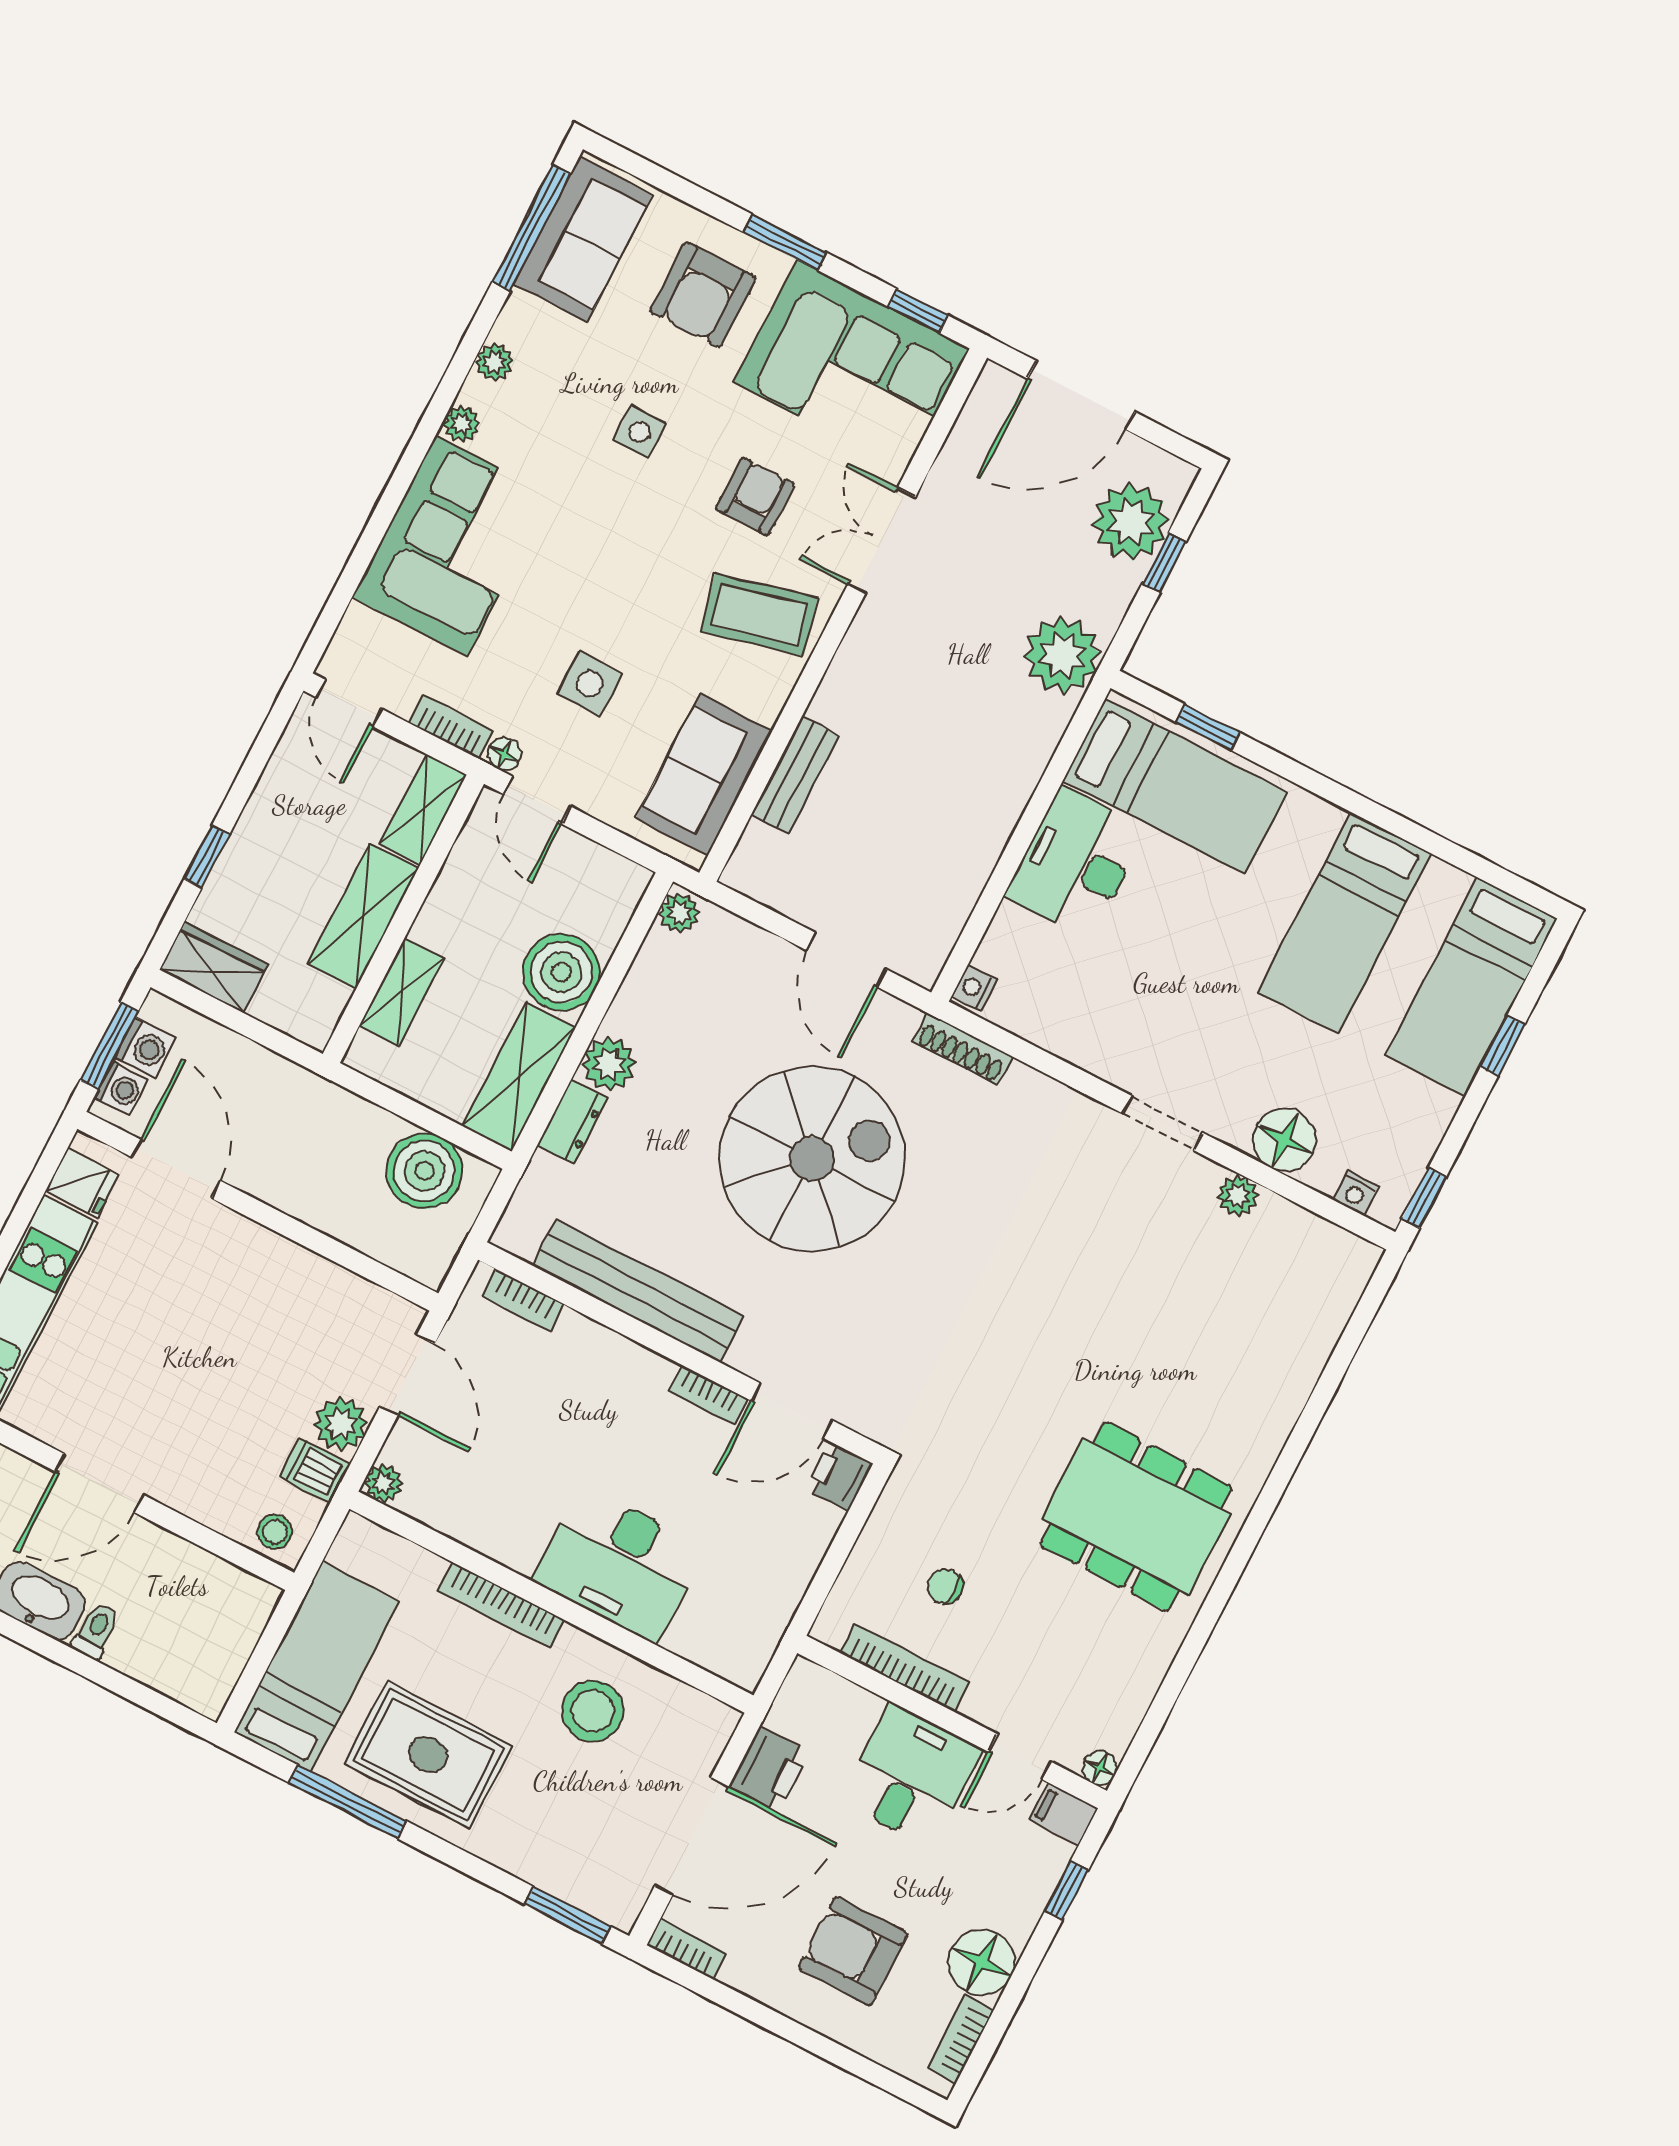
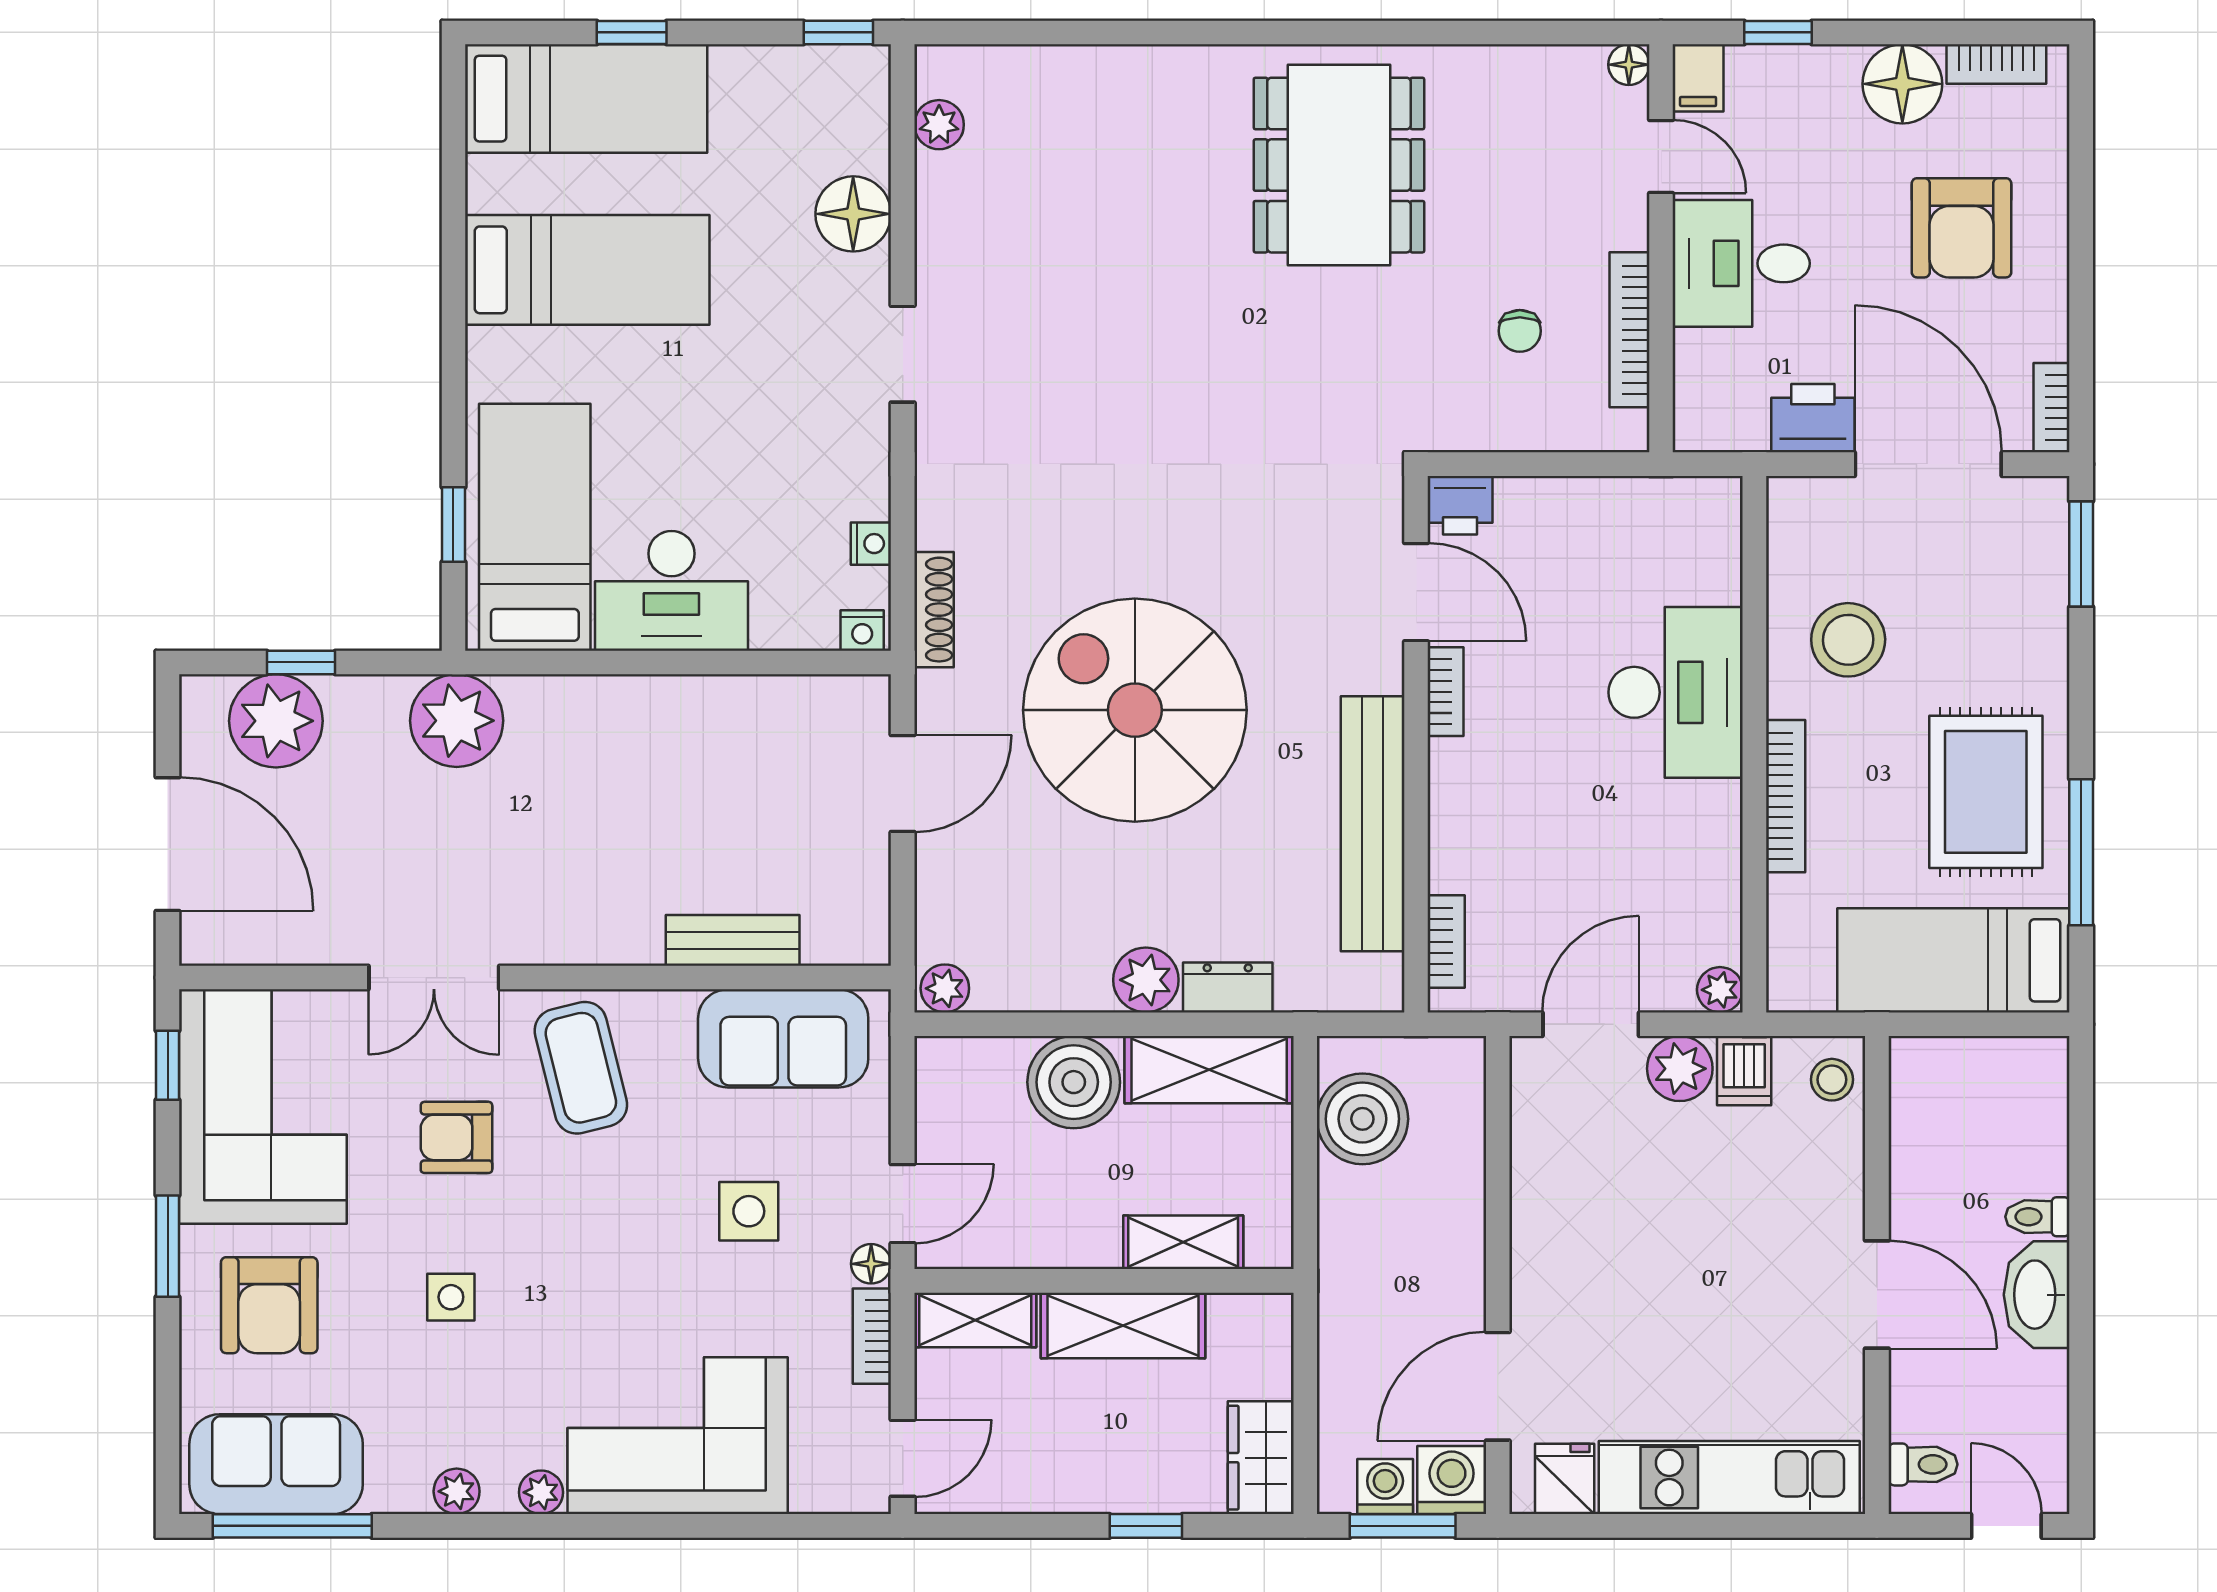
armchair: (703, 295) -> (269, 1305), turned 90
washing machine: (121, 1089) -> (1452, 1480), width x1.38, depth x1.38
nightstand: (1356, 1193) -> (871, 544), moved
plant: (1238, 1196) -> (939, 125), moved

